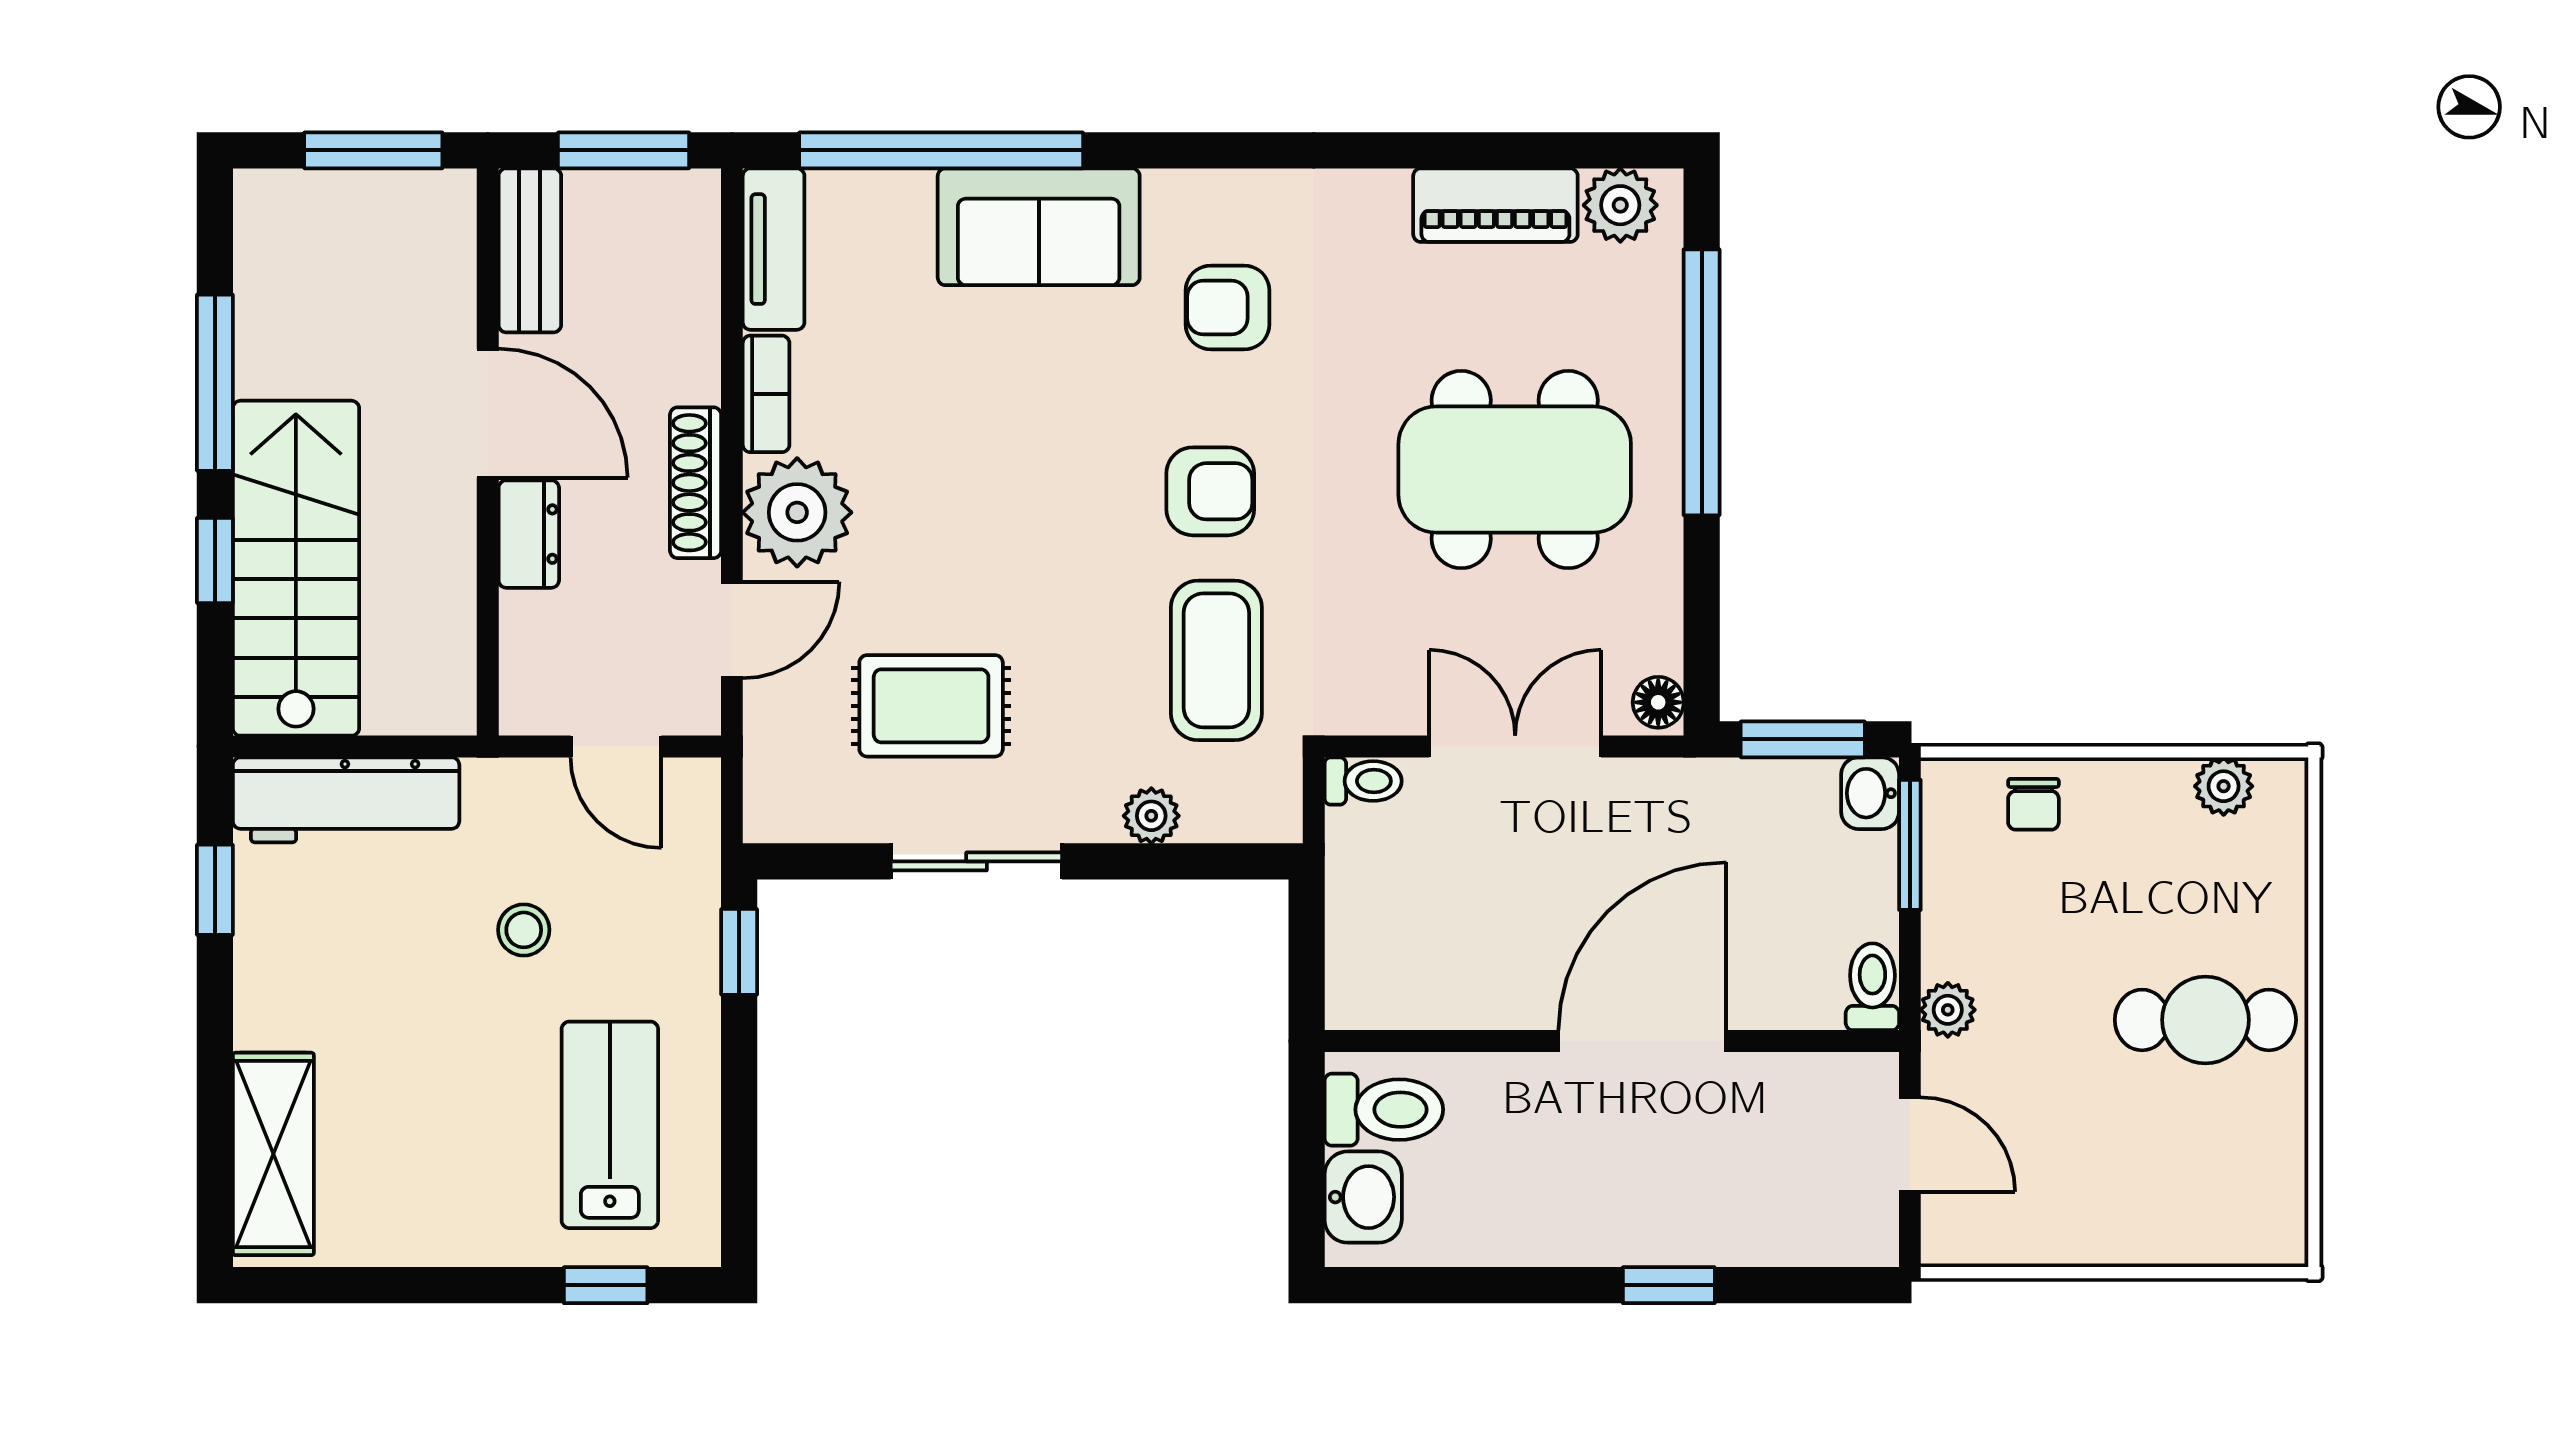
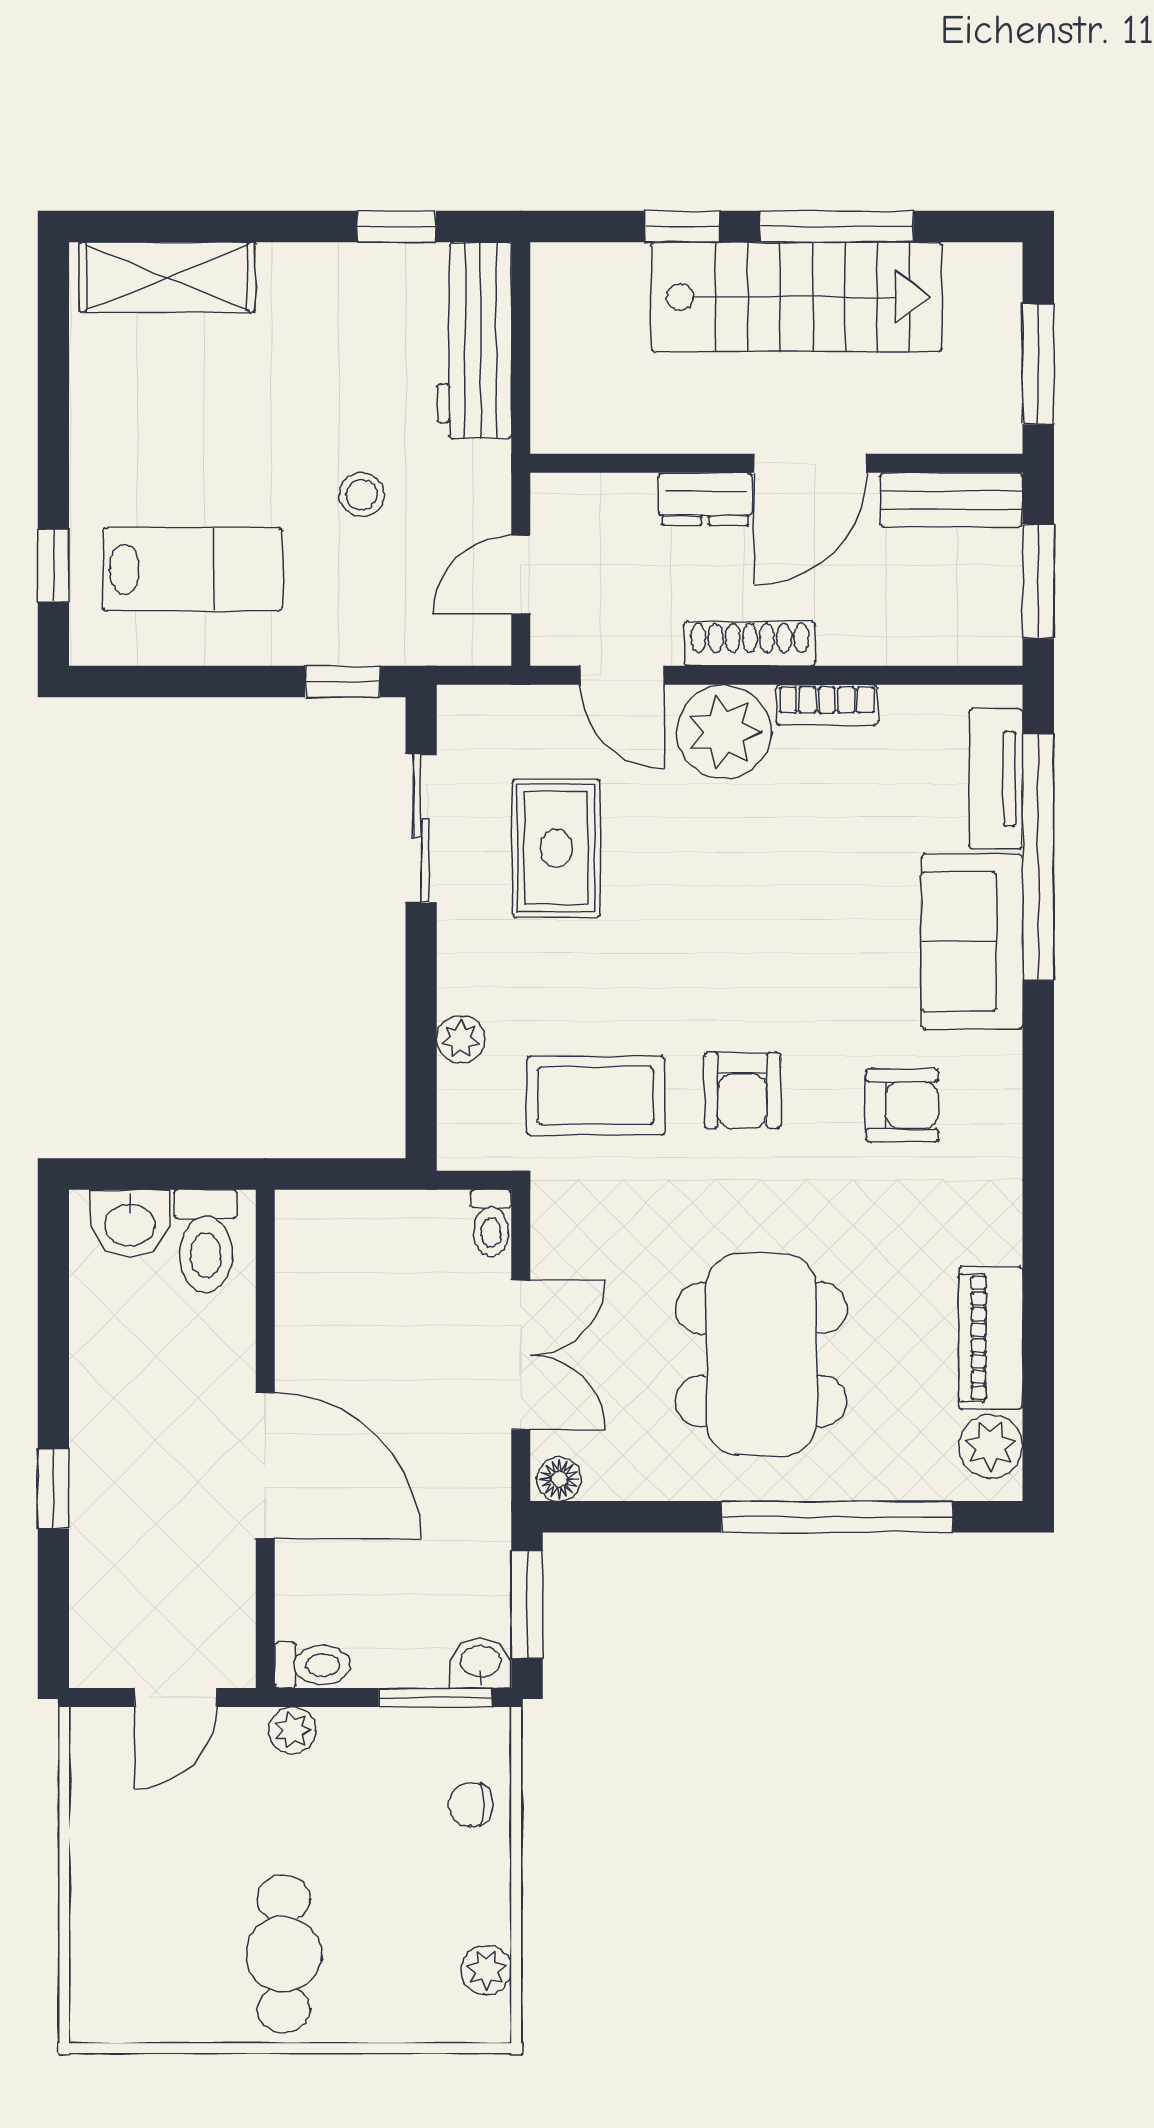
tv unit: (774, 249) -> (996, 779), moved, turned 90
armchair: (1227, 307) -> (902, 1105), turned 90
stairs: (296, 568) -> (797, 297), moved
sliding door: (976, 861) -> (421, 828), moved

